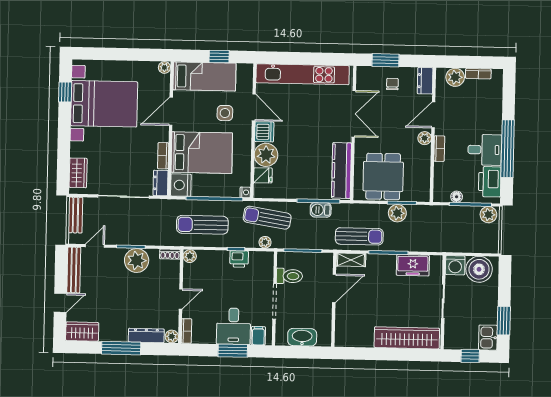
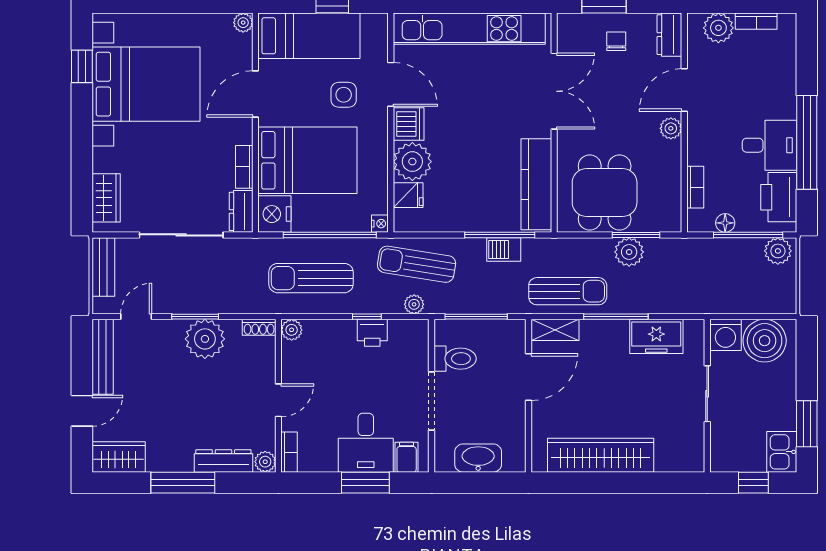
bookcase: (439, 149) -> (695, 187), moved
wardrobe: (407, 338) -> (601, 455), moved

